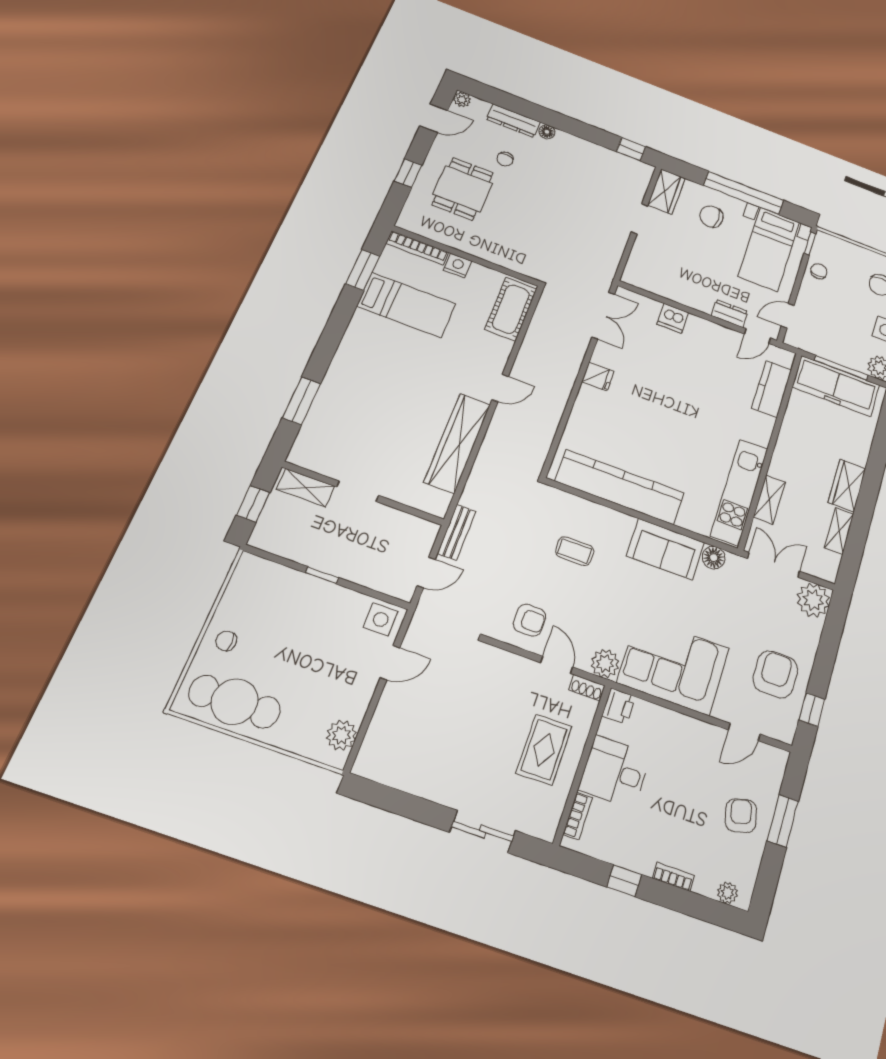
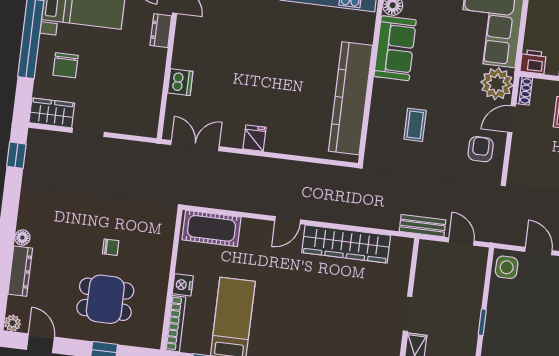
chair: (505, 159) -> (111, 247), moved
door: (500, 388) -> (288, 220), swing flipped
plant: (605, 663) -> (497, 84), width x1.36, depth x1.36

